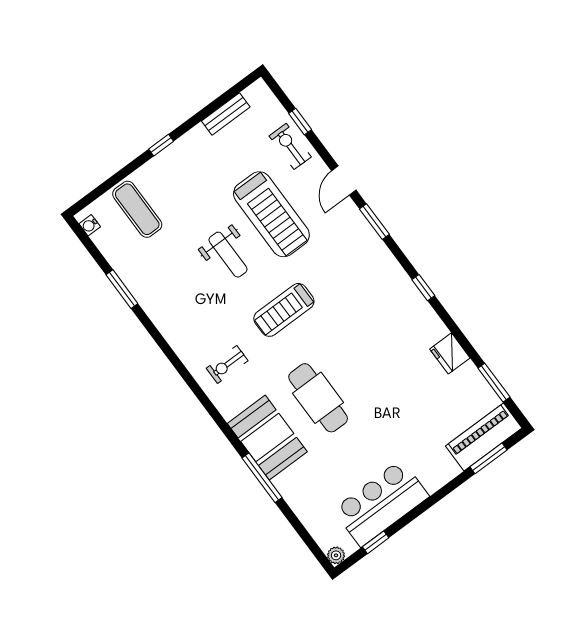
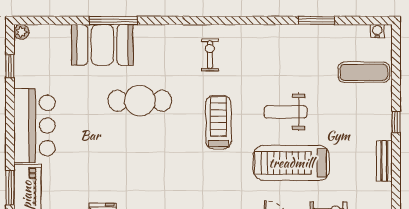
bench: (226, 114) -> (384, 161), moved
booth: (267, 438) -> (102, 45), moved
bar counter: (381, 503) -> (34, 126), moved

